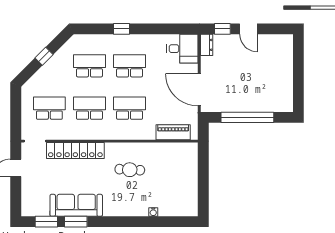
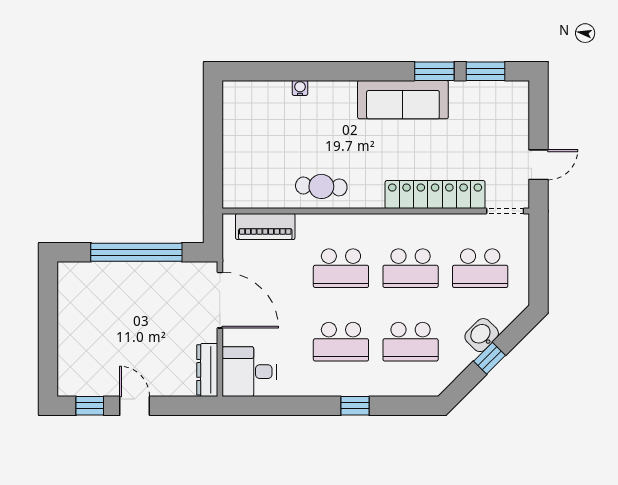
window: (222, 29) -> (90, 406), moved
dresser: (207, 45) -> (207, 370), width x1.44
washbasin: (49, 70) -> (482, 335), added
cafe table: (130, 170) -> (321, 186), moved
sofa: (76, 205) -> (403, 100), moved

